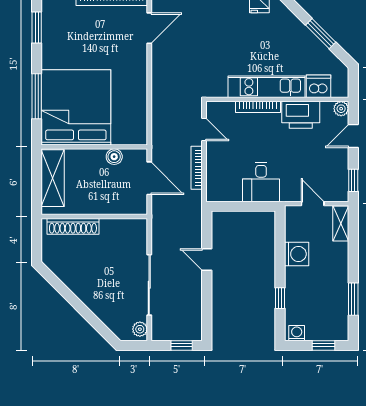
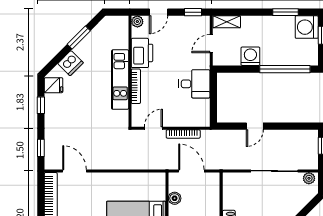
dishwasher: (318, 86) -> (71, 63), moved, turned -135
door: (353, 136) -> (159, 12), hinge flipped
door: (149, 178) -> (191, 171), hinge flipped
window: (280, 298) -> (285, 69), width x3.17
washing machine: (297, 333) -> (307, 27), moved, width x1.89, depth x1.89

